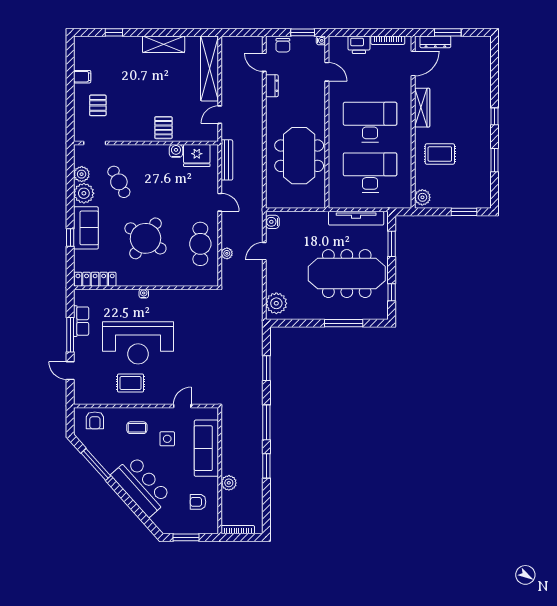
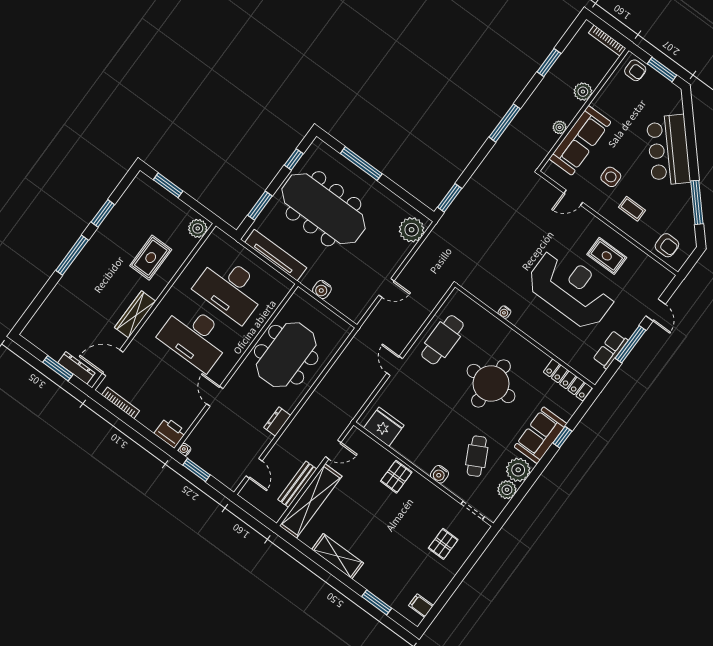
window: (114, 32) -> (377, 602), width x1.50
chair: (283, 45) -> (224, 472), removed
printer: (359, 45) -> (170, 433), moved
door: (327, 72) -> (215, 396), moved
filing cabinet: (82, 77) -> (421, 606), moved
dresser: (272, 86) -> (277, 421), moved
window: (495, 116) -> (72, 255), width x2.17
water cooler: (176, 151) -> (439, 474), moved
rug: (440, 154) -> (151, 258), turned 90
bench: (227, 160) -> (297, 484), moved
water cooler: (272, 222) -> (322, 289), moved, turned 90
round table: (145, 238) -> (491, 383), turned -34
plant: (227, 253) -> (560, 127), moved
water cooler: (144, 294) -> (504, 312), moved
window: (266, 368) -> (450, 198), moved
armchair: (95, 420) -> (667, 245), turned 91
window: (266, 466) -> (549, 63), moved
armchair: (198, 502) -> (635, 70), moved

